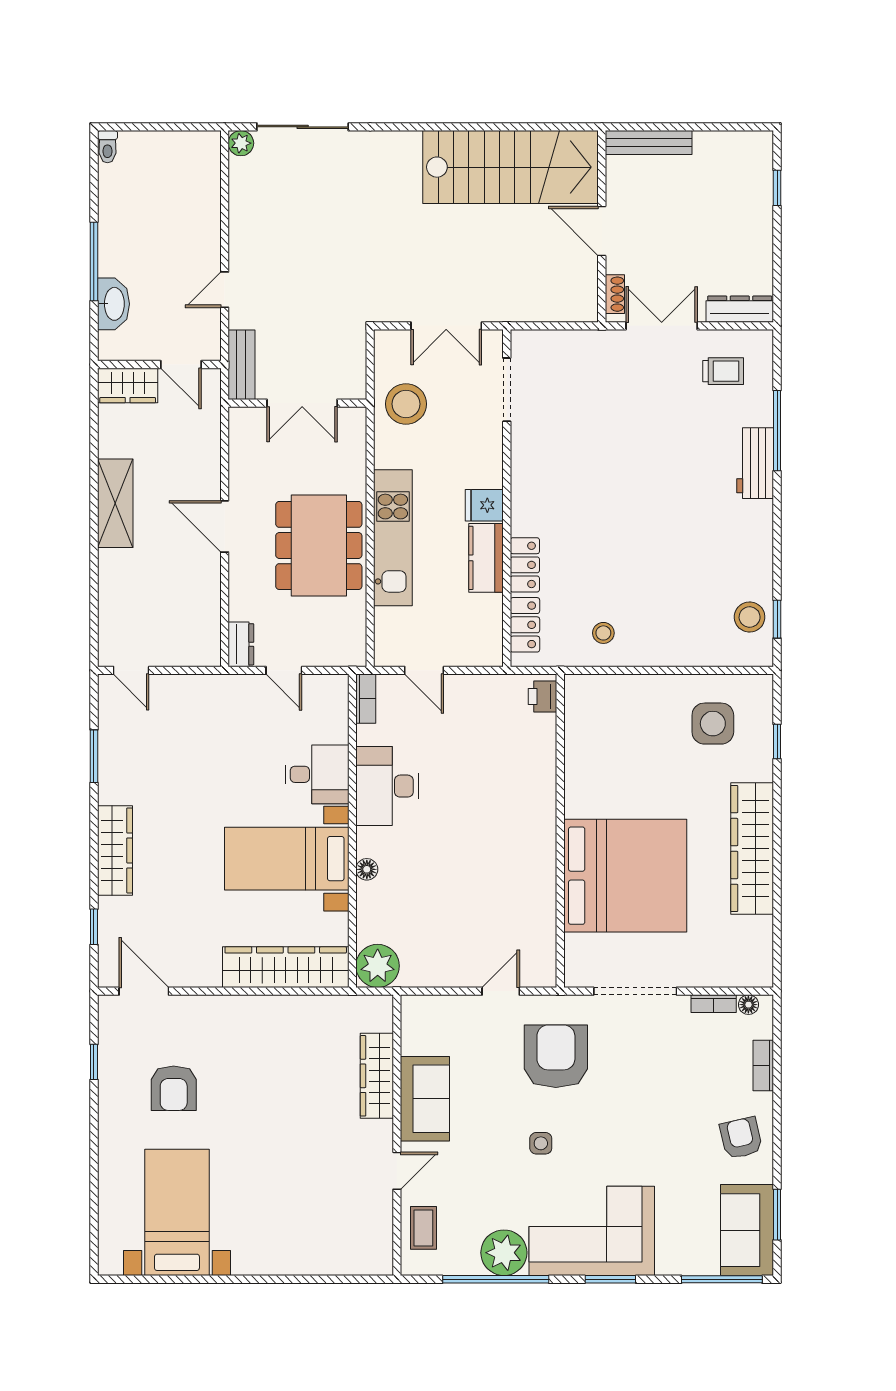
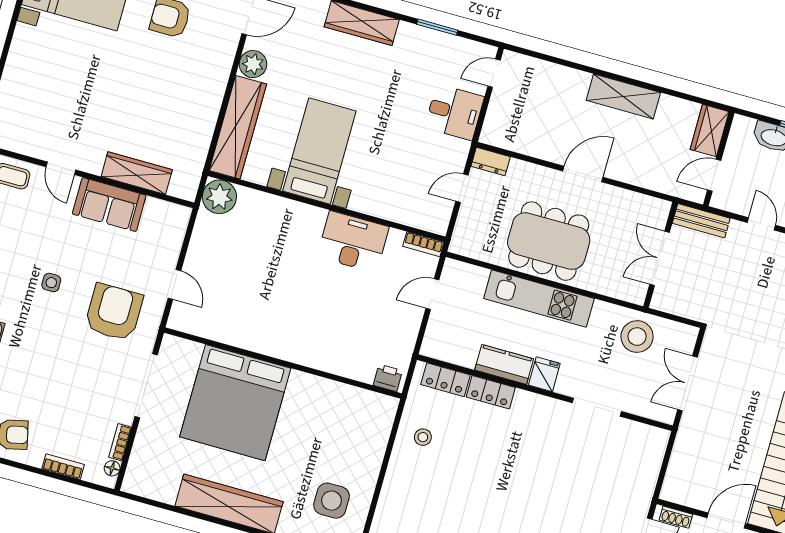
doorway: (507, 390) -> (597, 407), moved
desk: (317, 774) -> (454, 112), moved, turned -90
floor lamp: (367, 869) -> (294, 209), removed
plant: (203, 970) -> (253, 64), added
armchair: (556, 1056) -> (114, 312), turned -90

